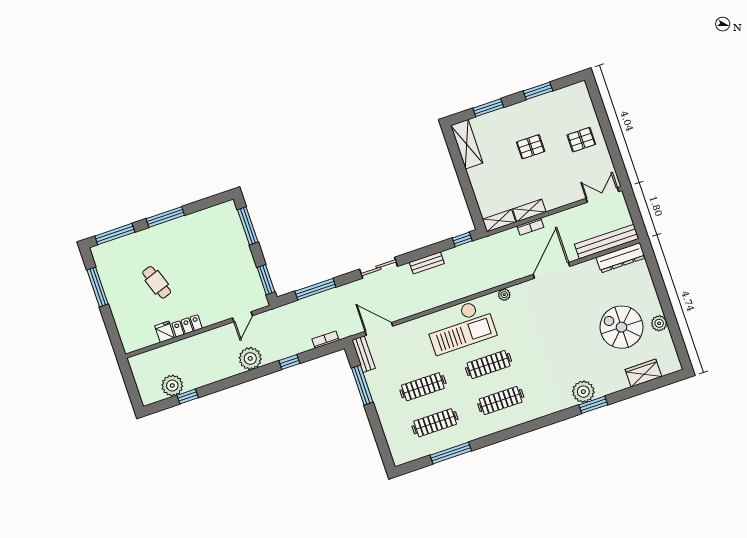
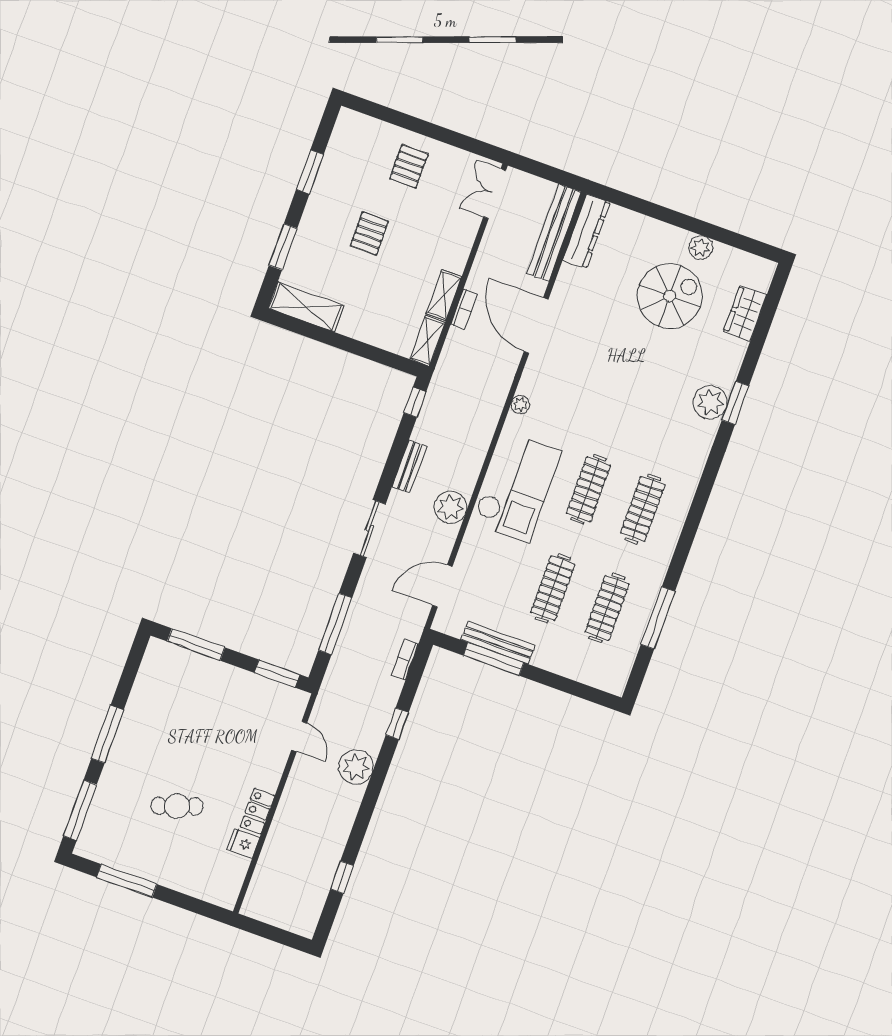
spiral stairs: (621, 327) -> (670, 296), turned 180
bench: (363, 354) -> (498, 643), moved, width x1.36
plant: (172, 385) -> (450, 507), moved

